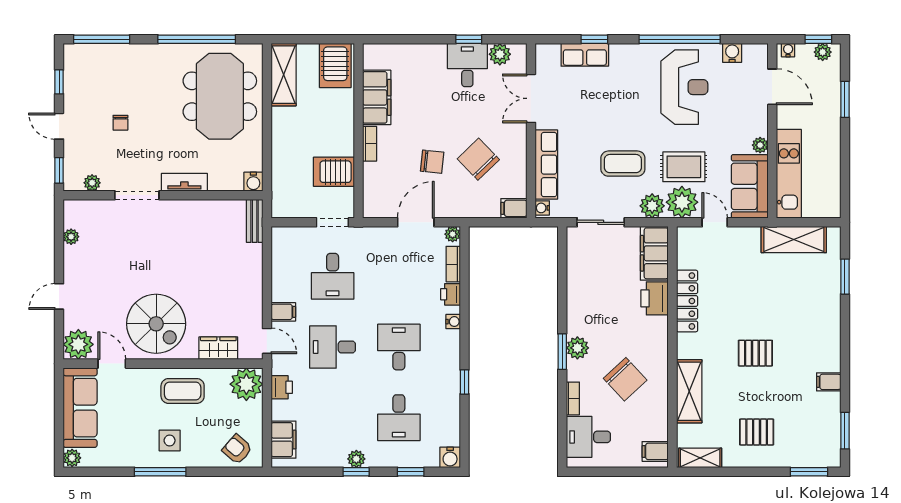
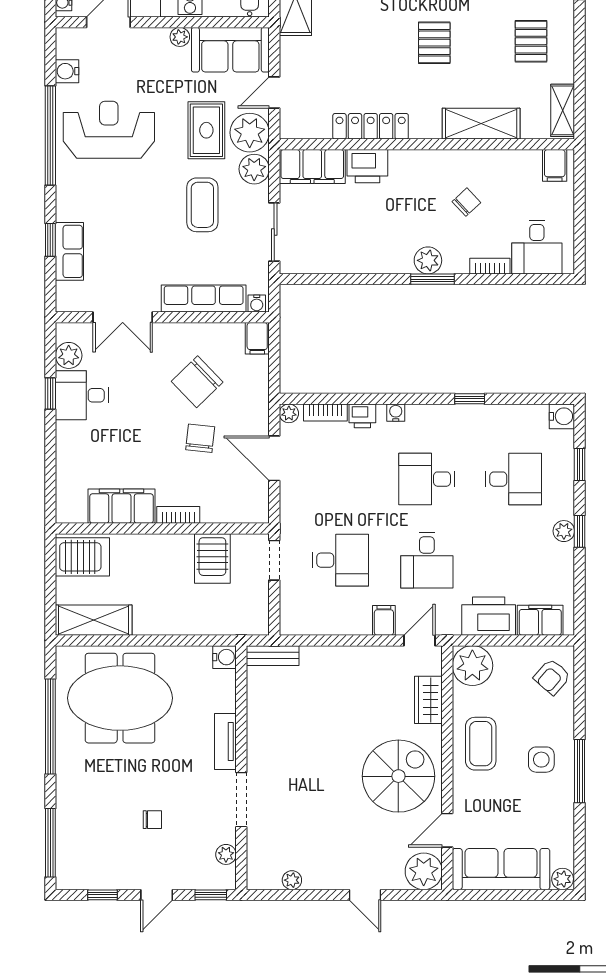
chair: (625, 379) -> (466, 202), width x0.54, depth x0.54
printer: (282, 387) -> (489, 616), width x1.87, depth x1.48

